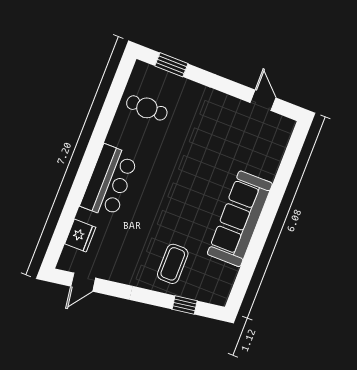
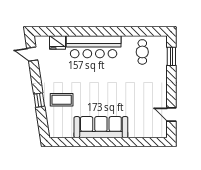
door: (263, 100) -> (171, 115), swing flipped
bar counter: (109, 181) -> (94, 47), width x1.36
window: (185, 305) -> (39, 100), moved

